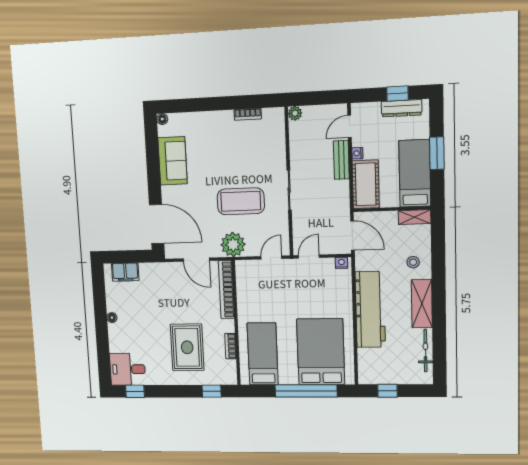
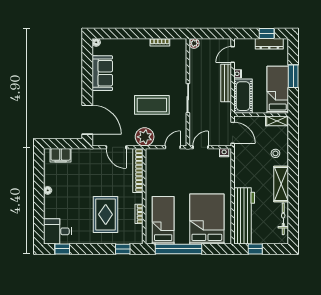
bench: (341, 160) -> (226, 83), width x1.36
workbench: (370, 310) -> (244, 216), moved
window: (306, 391) -> (179, 249), moved

